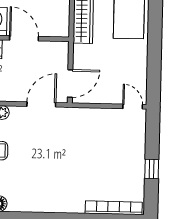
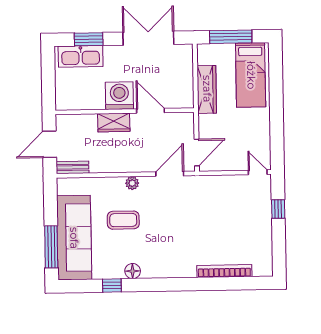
window: (152, 169) -> (278, 209), moved
bookcase: (114, 208) -> (224, 271), moved

